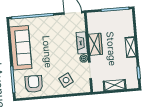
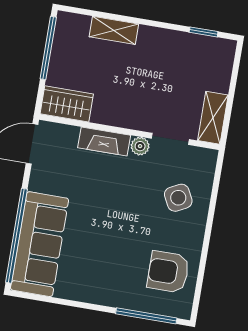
wardrobe: (95, 44) -> (67, 104), moved
shelving: (131, 47) -> (114, 30), moved
sofa: (21, 48) -> (40, 244), moved, turned 90
shelving: (115, 85) -> (213, 118), moved

